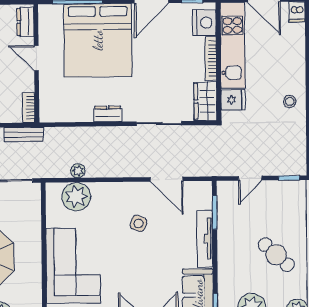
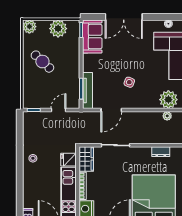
dresser: (108, 114) -> (161, 152), moved
door: (167, 179) -> (111, 110), swing flipped
tv unit: (205, 239) -> (87, 91), moved

